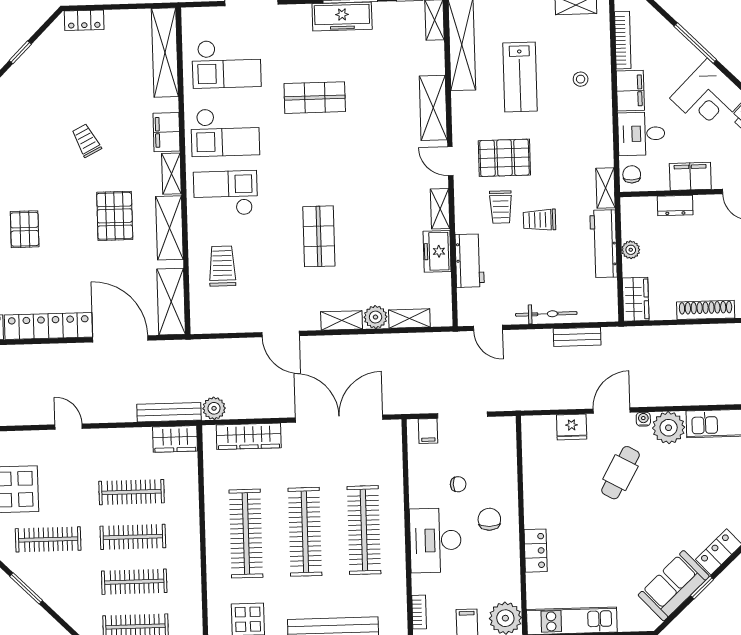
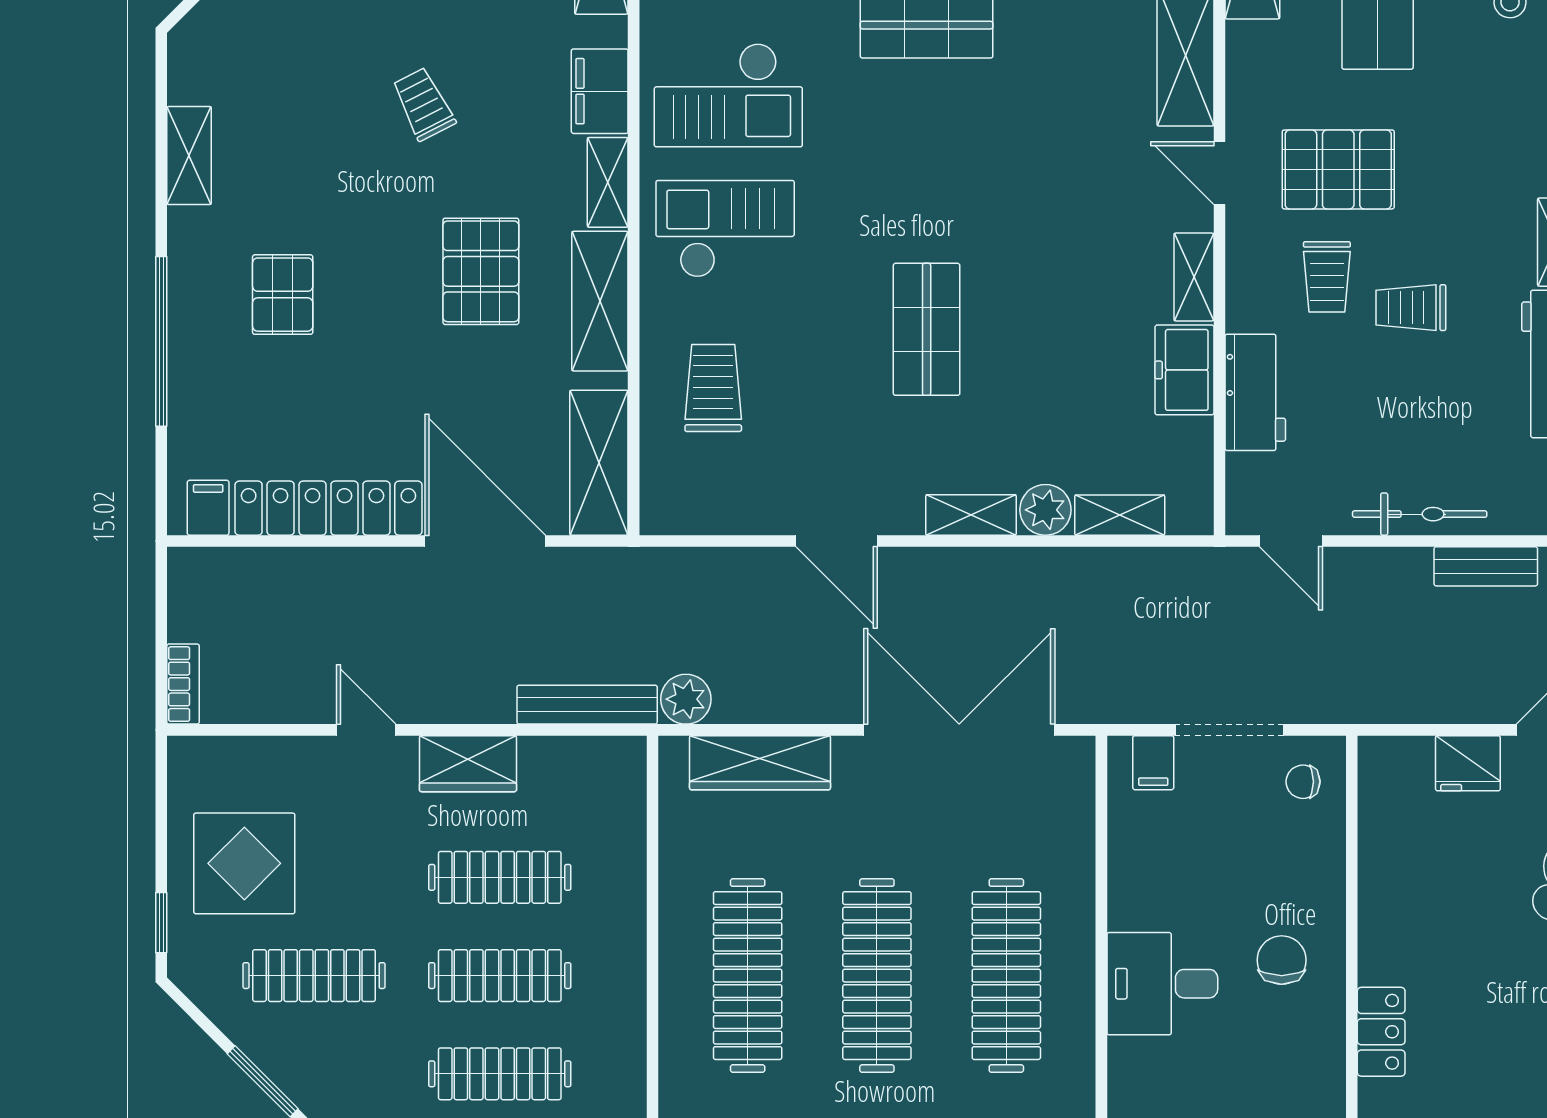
wardrobe: (175, 439) -> (468, 764), moved
chair: (458, 484) -> (1303, 782), moved, turned 180
desk: (435, 540) -> (1162, 984), width x0.73

